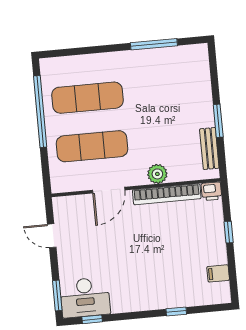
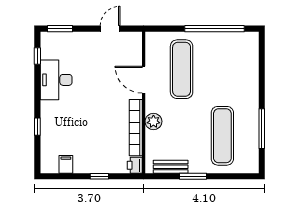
exercise mat: (87, 98) -> (222, 136), moved
desk: (85, 297) -> (56, 80), moved

